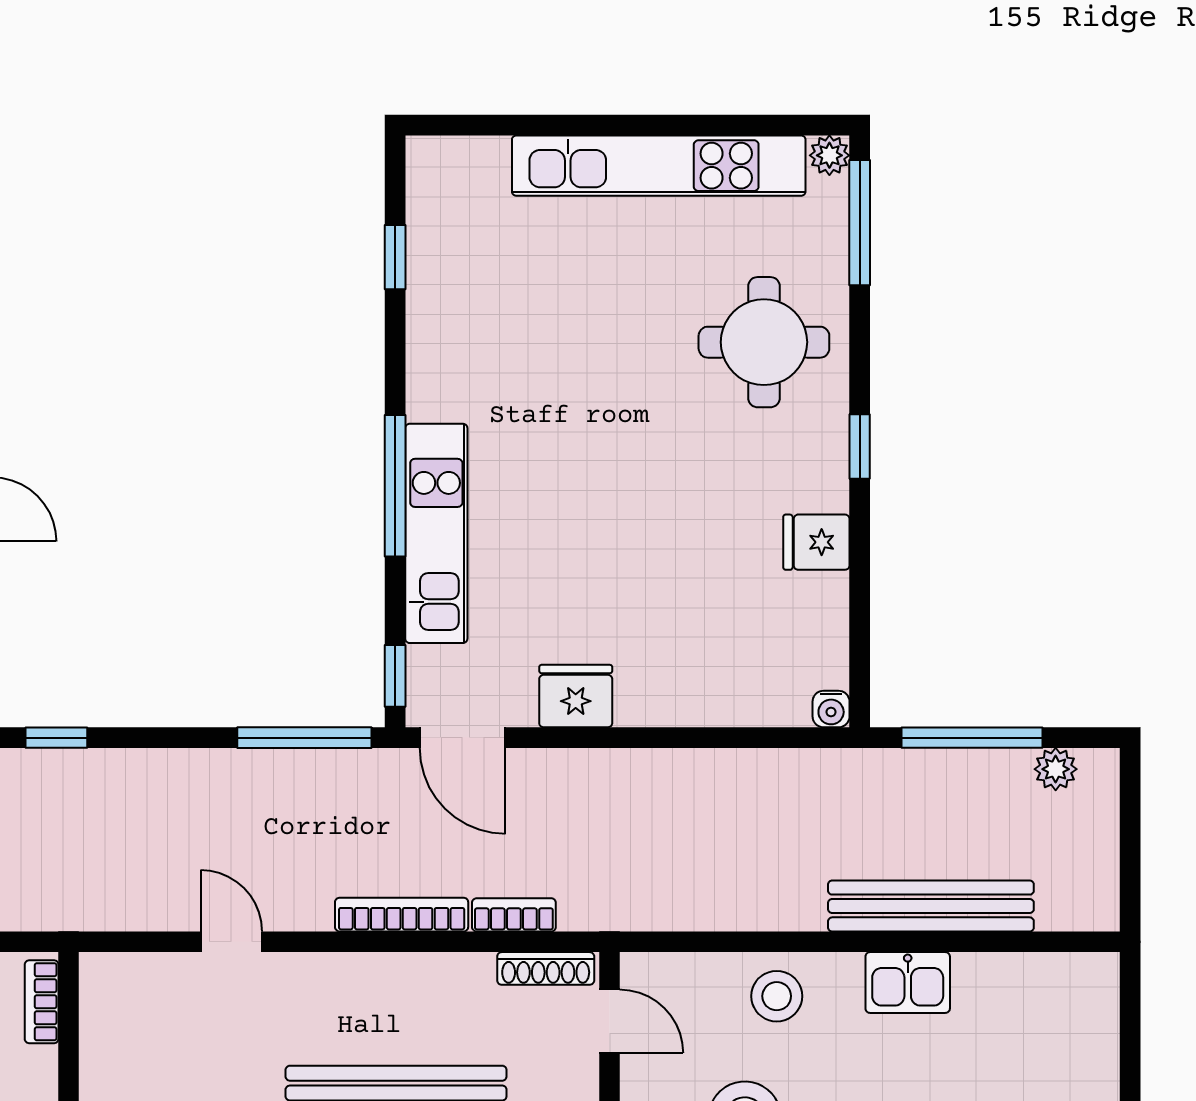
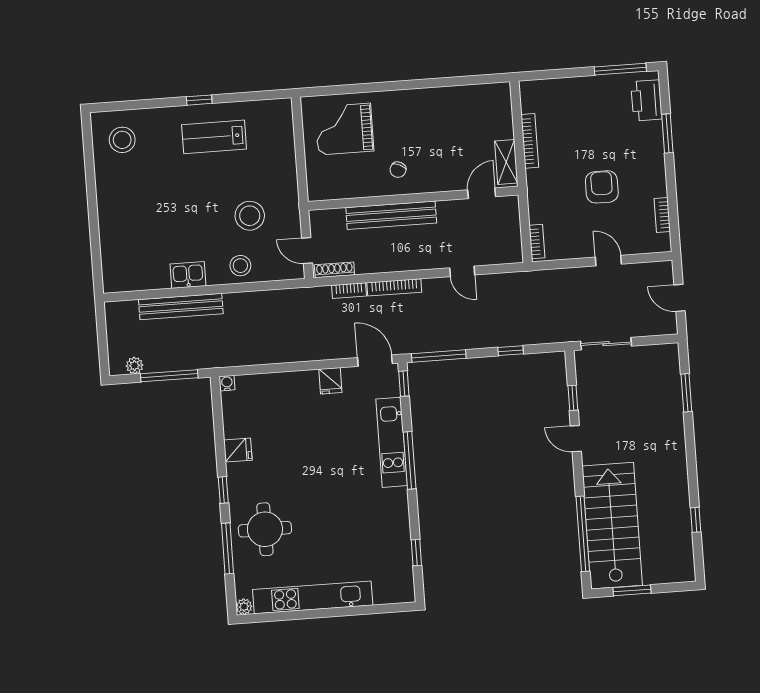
window: (860, 223) -> (227, 548), moved
fridge: (576, 696) -> (330, 381), width x0.72
window: (56, 738) -> (511, 351), moved

